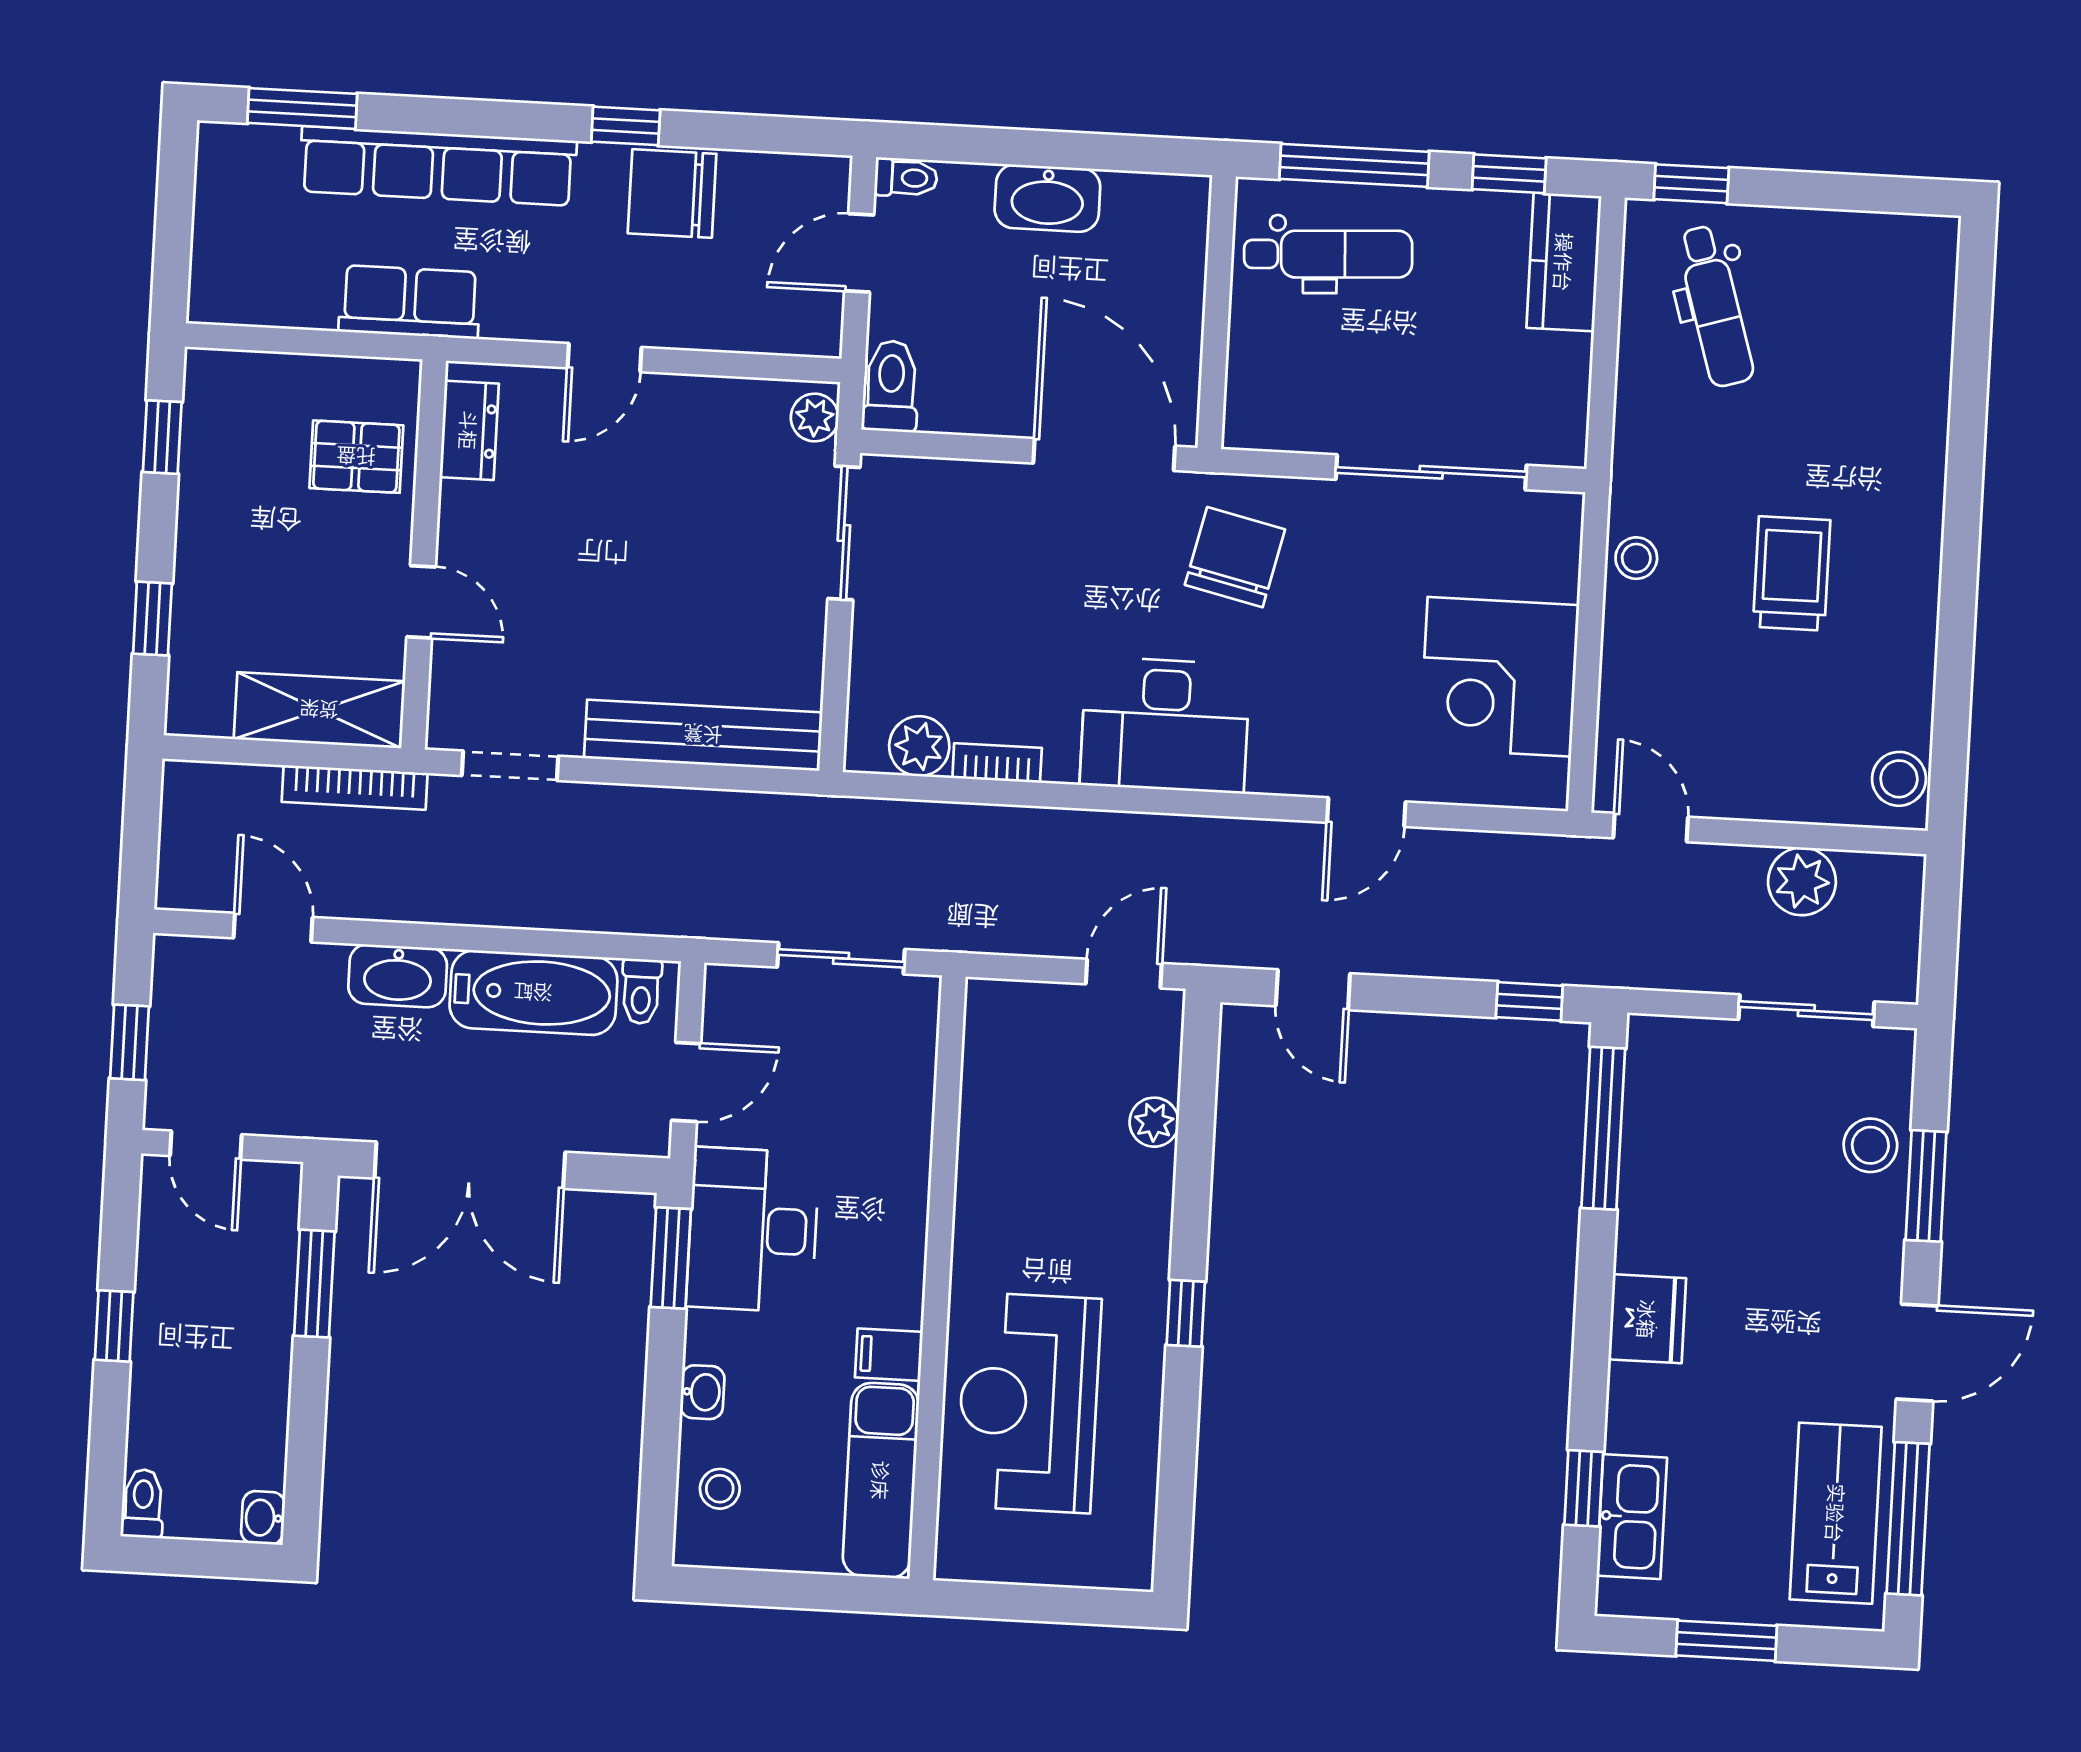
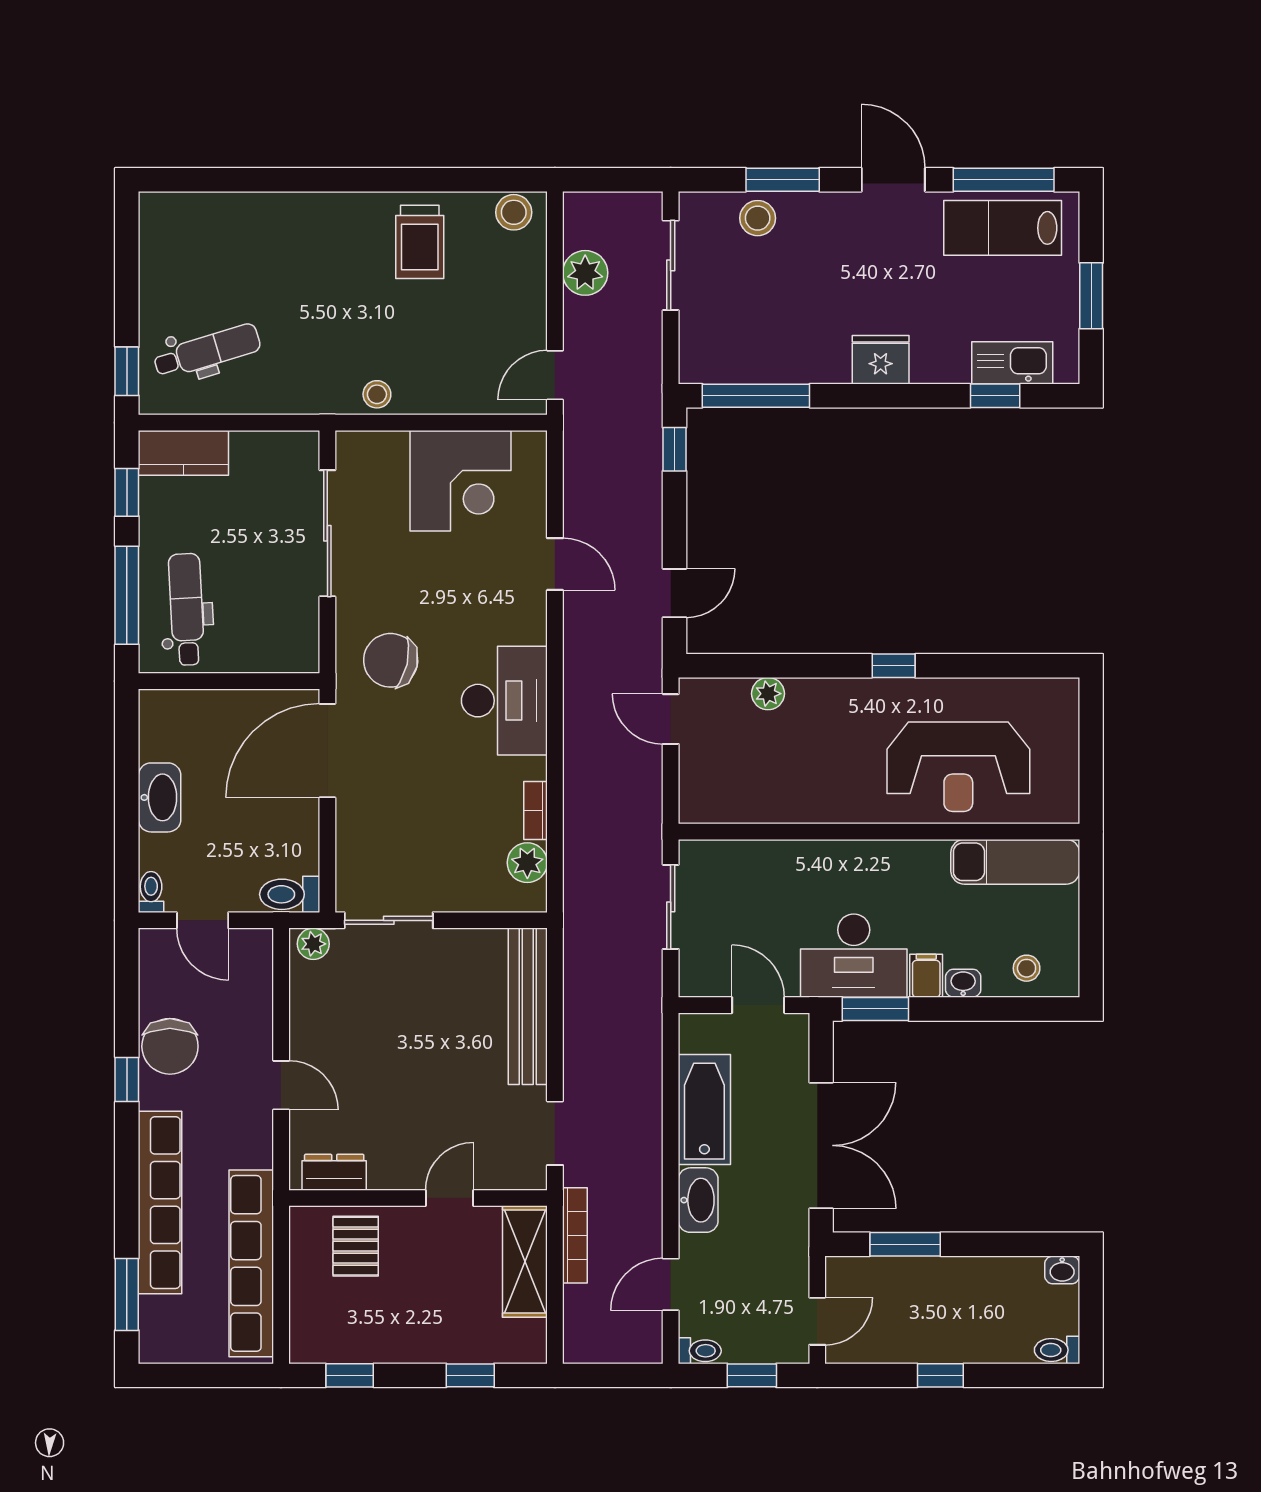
row of seats: (410, 302) -> (251, 1263), width x2.02
trolley: (1792, 573) -> (420, 242), moved, turned -90
toilet: (641, 991) -> (700, 1351), moved
filing cabinet: (889, 1355) -> (926, 976), moved, turned 180

